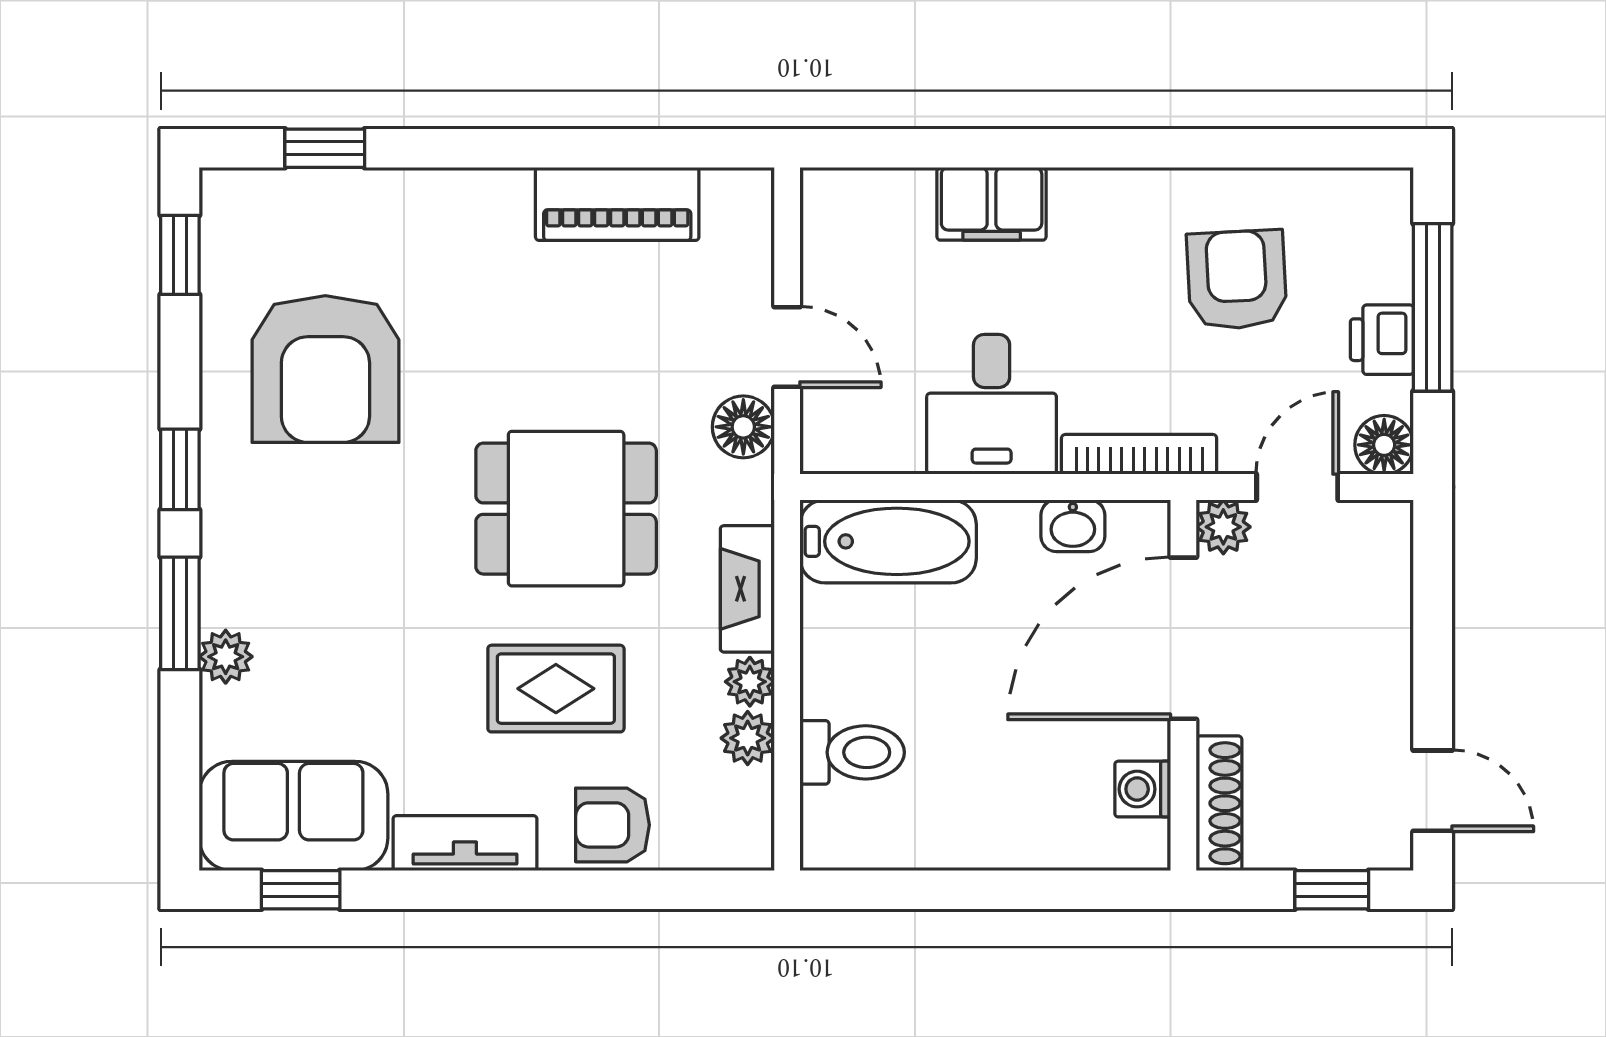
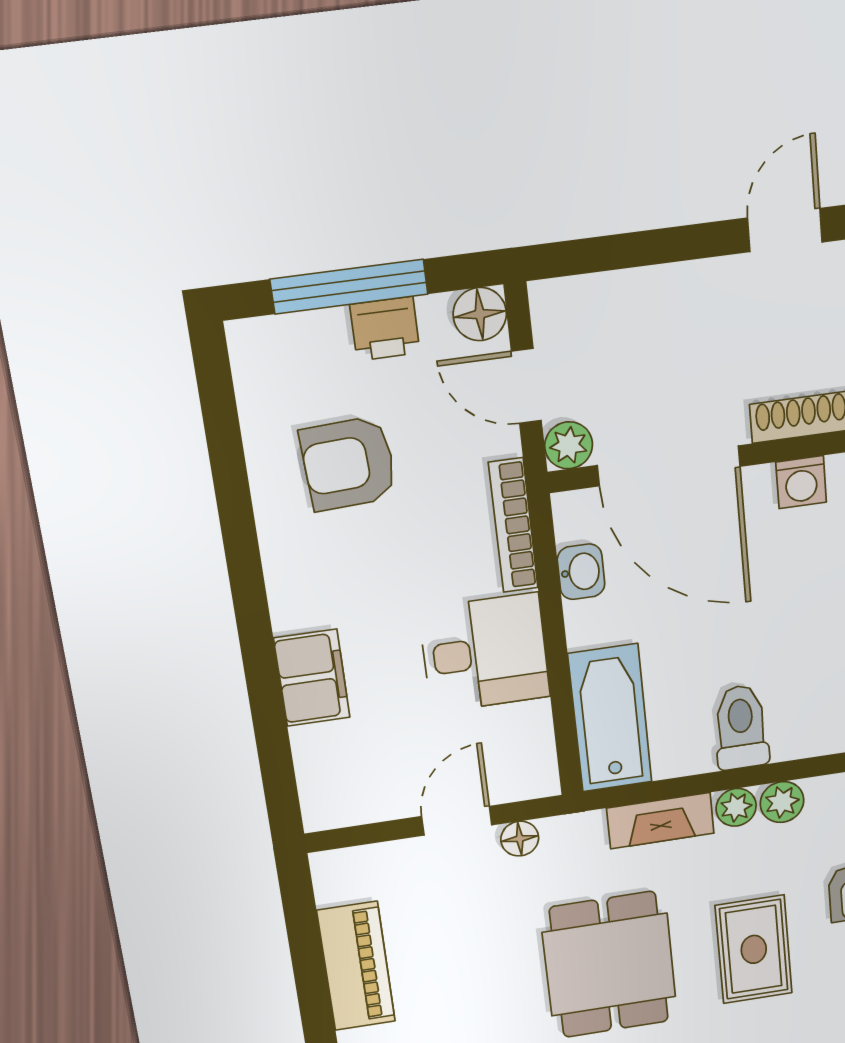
floor lamp: (743, 427) -> (520, 839), width x0.73, depth x0.73
toilet: (852, 752) -> (741, 727), moved

